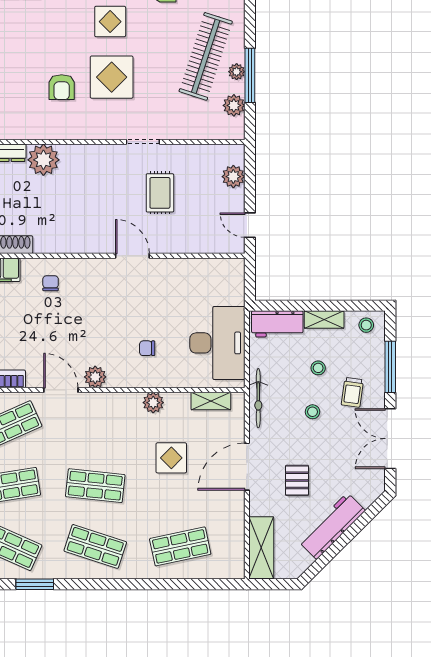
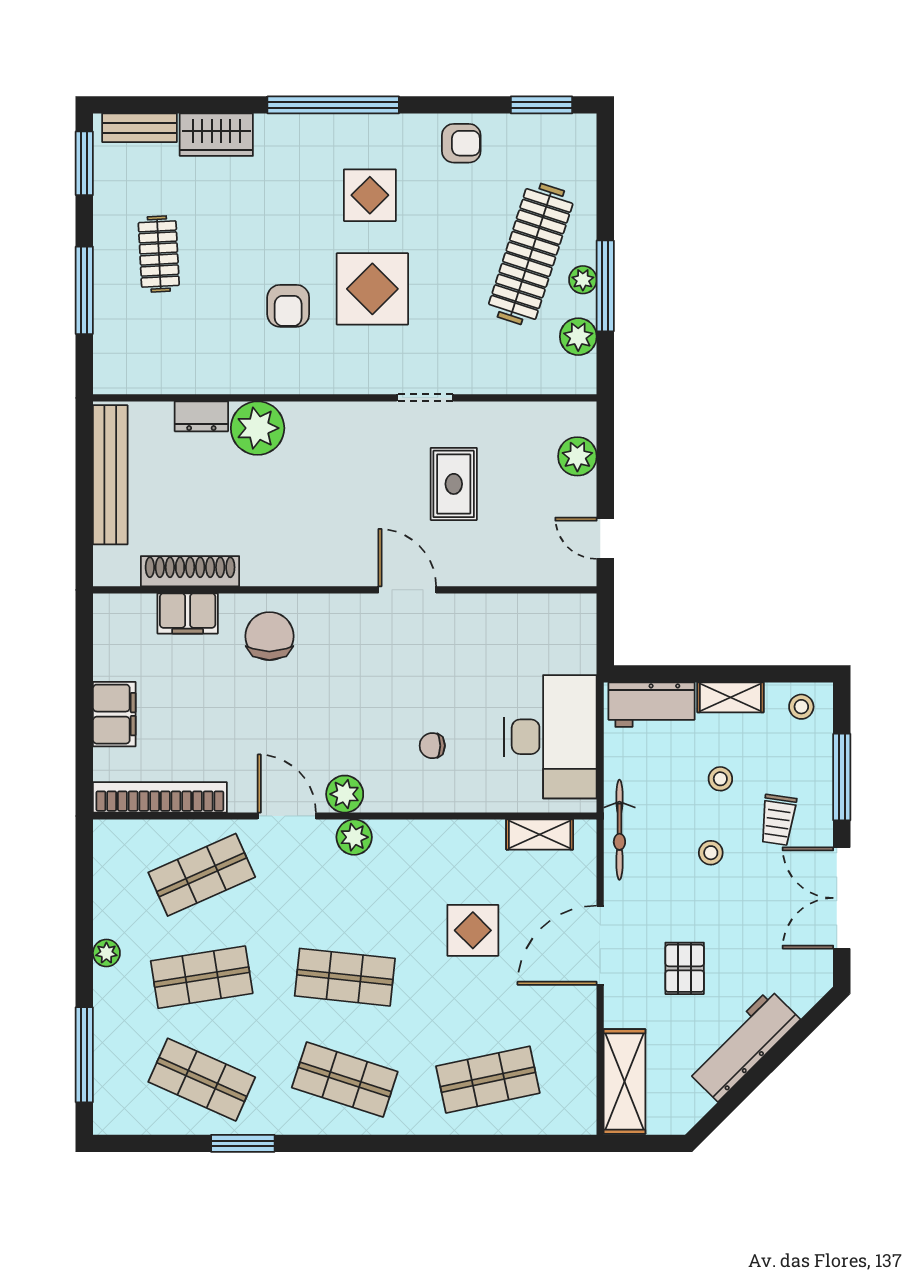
chair: (51, 283) -> (269, 636), width x1.87, depth x1.87
plant: (153, 403) -> (354, 837), moved

